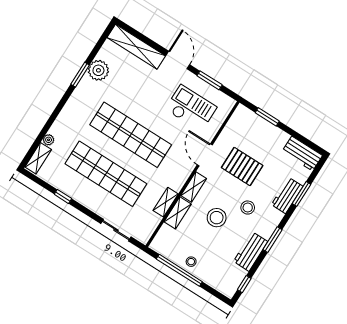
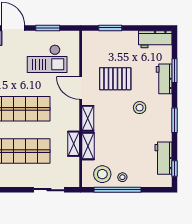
checkout: (191, 108) -> (47, 59), turned 180
stool: (217, 218) -> (102, 174), moved
workbench: (251, 252) -> (163, 158), moved

